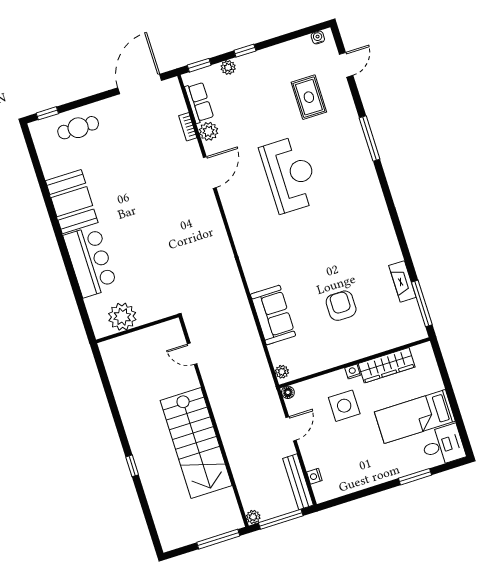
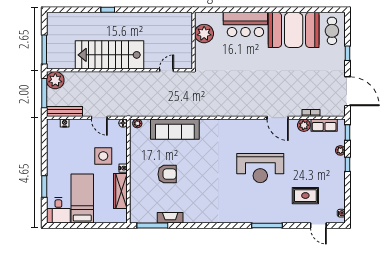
window: (47, 113) -> (348, 53), moved
cafe table: (78, 128) -> (332, 31), moved
booth: (72, 202) -> (294, 30), width x1.36, depth x1.42
sofa: (273, 315) -> (175, 129), width x1.36
plant: (253, 517) -> (55, 80), width x1.87, depth x1.87

